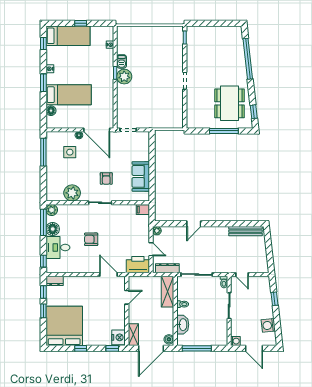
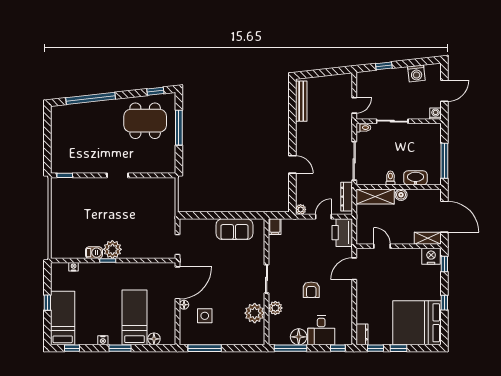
armchair: (106, 178) -> (237, 271), removed
plant: (52, 210) -> (275, 308), moved
boiler: (169, 339) -> (401, 195), moved

